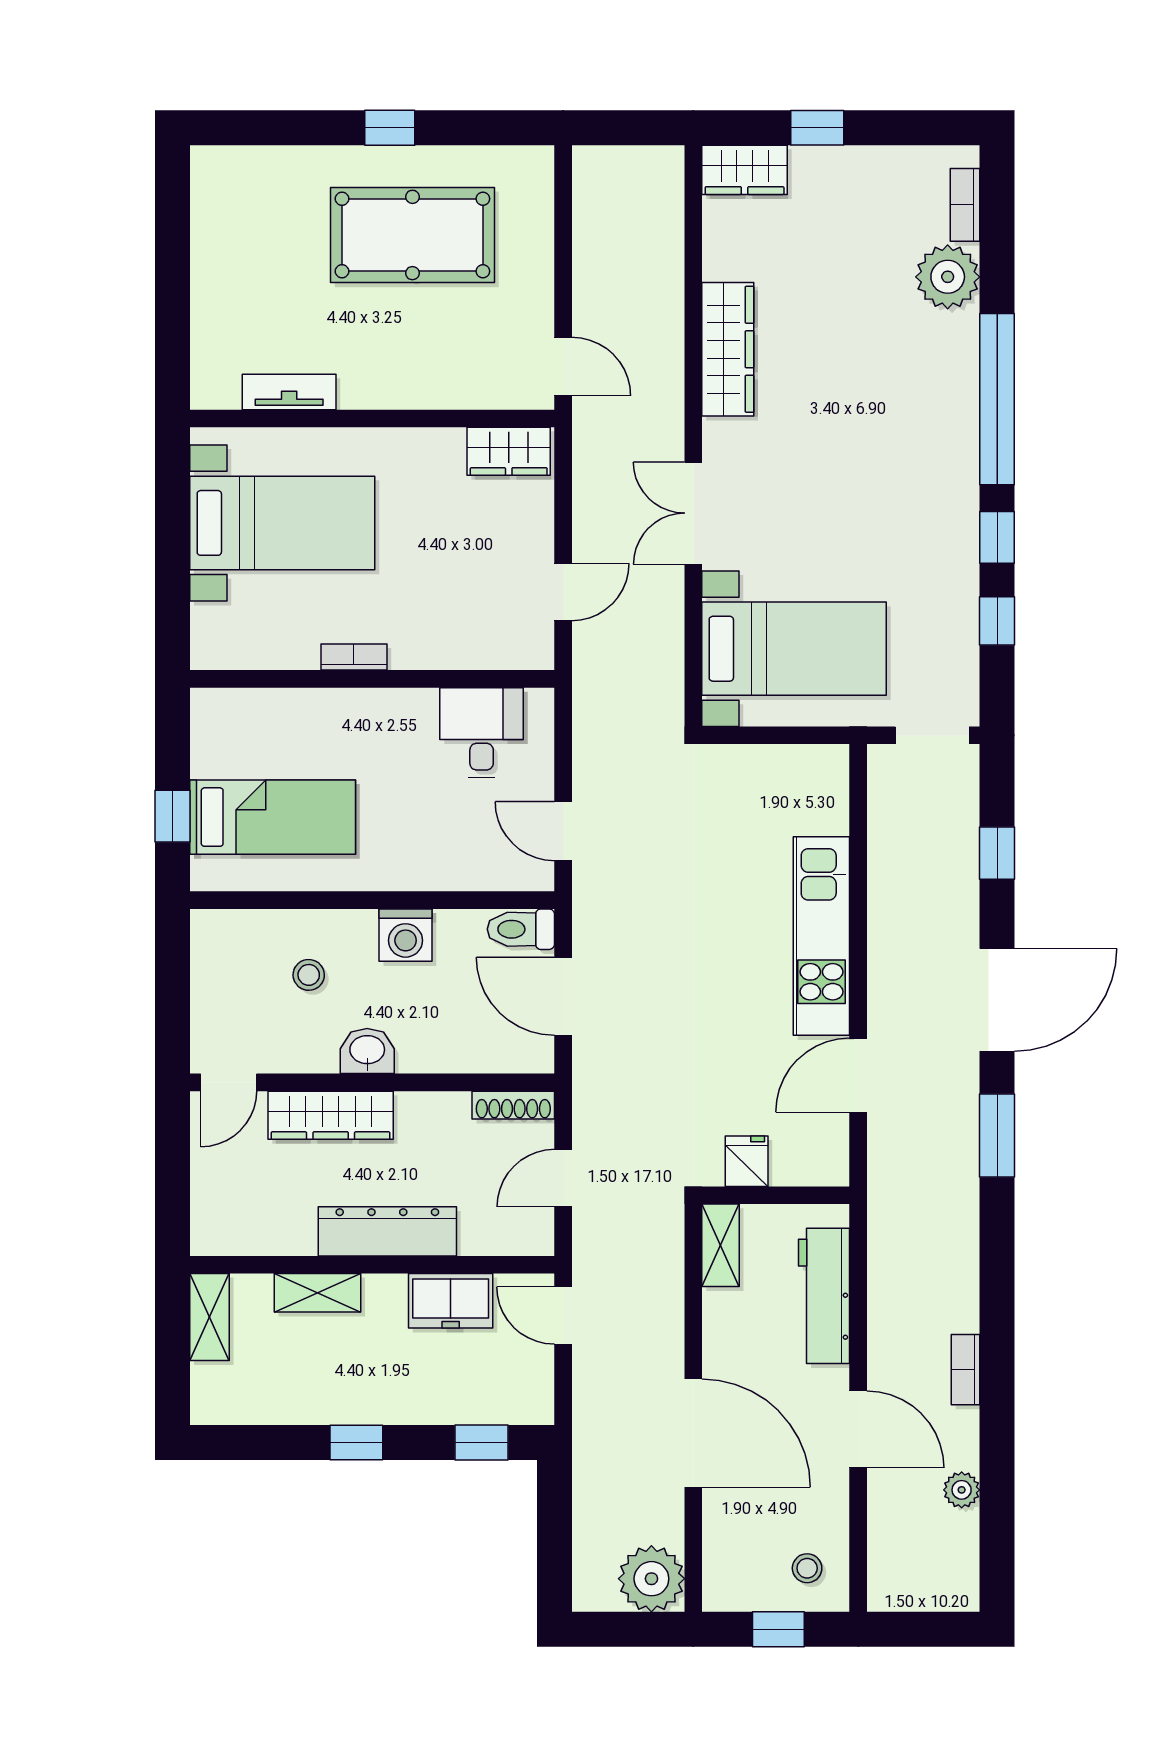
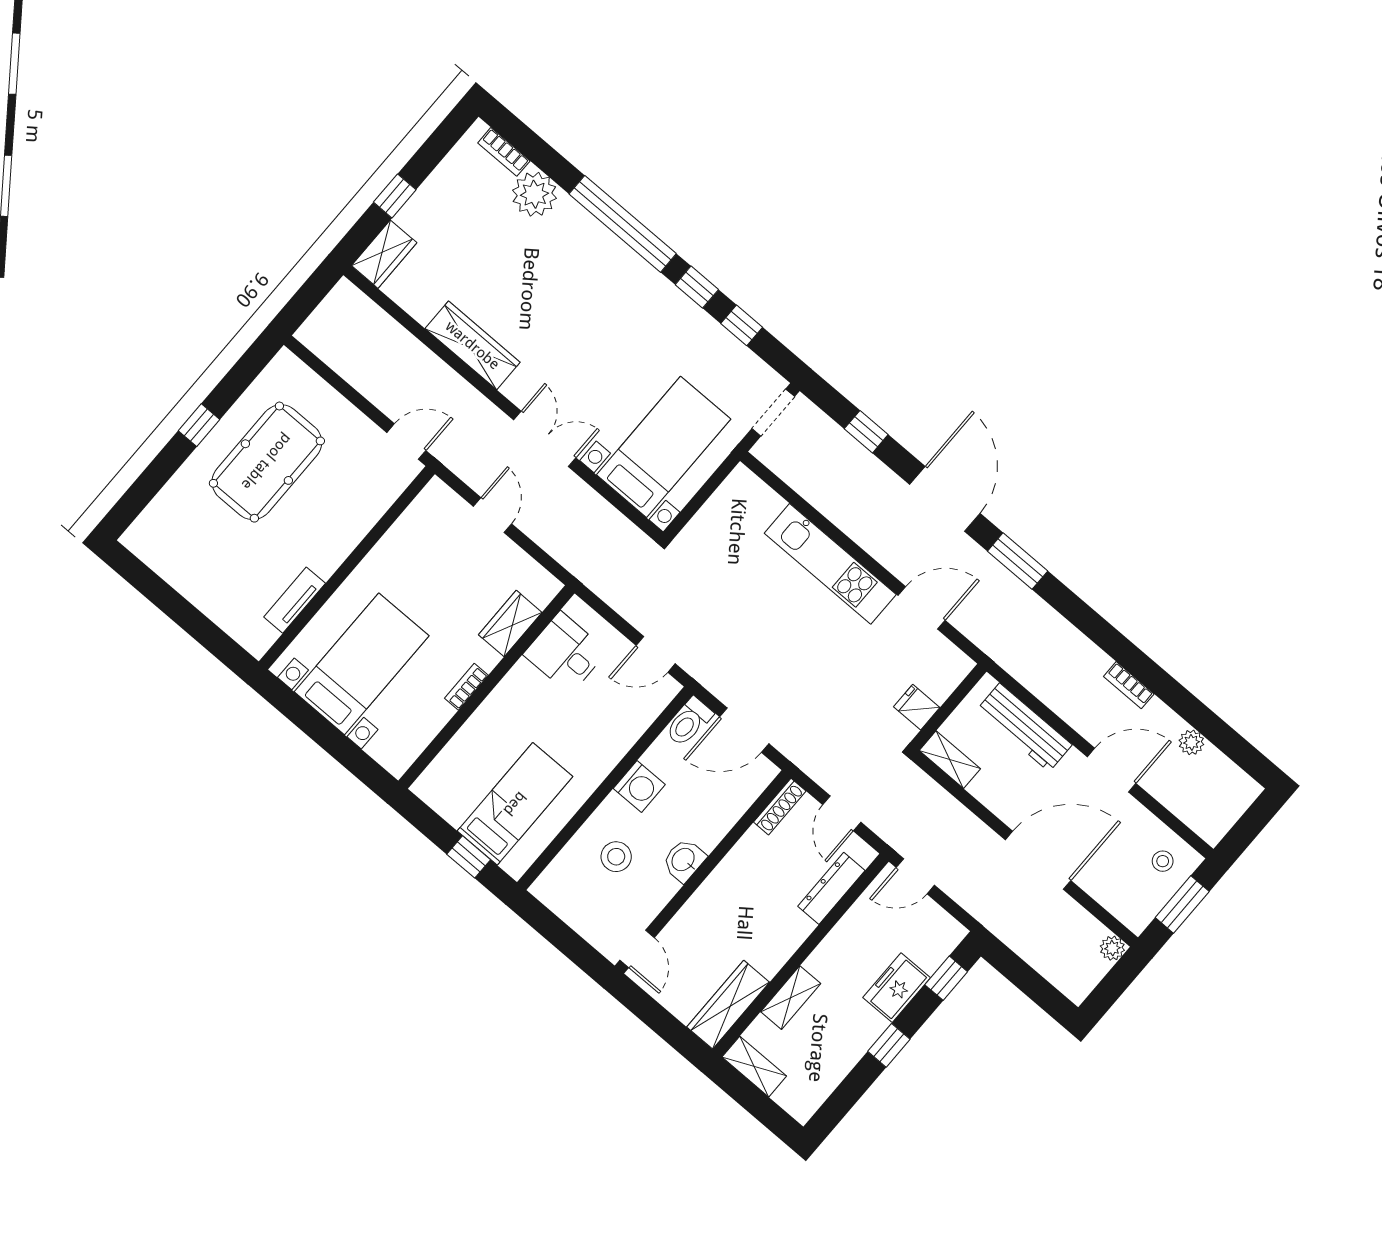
wardrobe: (509, 451) -> (510, 624), moved, turned 180
double door: (693, 513) -> (545, 439), swing flipped
door: (563, 592) -> (493, 515), moved
stool: (309, 975) -> (616, 857), width x1.37, depth x1.37
door: (858, 1075) -> (922, 608), swing flipped
wardrobe: (331, 1115) -> (728, 1005), moved, turned 180
dresser: (387, 1231) -> (831, 888), moved, width x0.73, depth x0.80
freezer: (451, 1301) -> (897, 988), moved, turned 180
plant: (651, 1579) -> (1112, 948), width x0.53, depth x0.53
window: (778, 1629) -> (1182, 904), width x1.50

